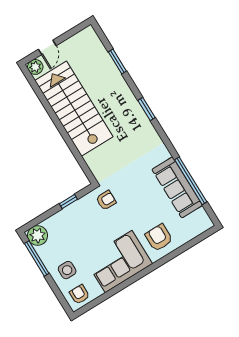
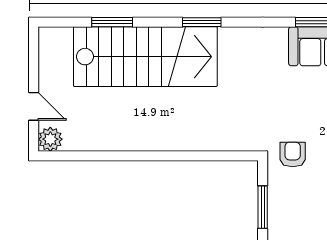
stairs: (74, 109) -> (145, 57), moved, turned 180
window: (68, 202) -> (263, 207), width x1.50

